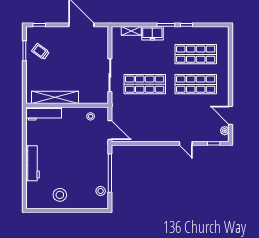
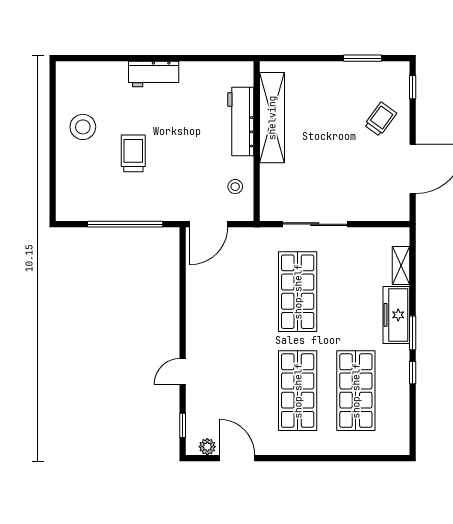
freezer: (152, 33) -> (396, 315), width x1.40
trolley: (41, 51) -> (380, 119), moved
workbench: (44, 113) -> (241, 121), moved
door: (230, 115) -> (237, 458), hinge flipped
workbench: (33, 163) -> (154, 74), width x0.73
trolley: (73, 169) -> (133, 153), added
stool: (101, 191) -> (90, 206), removed

